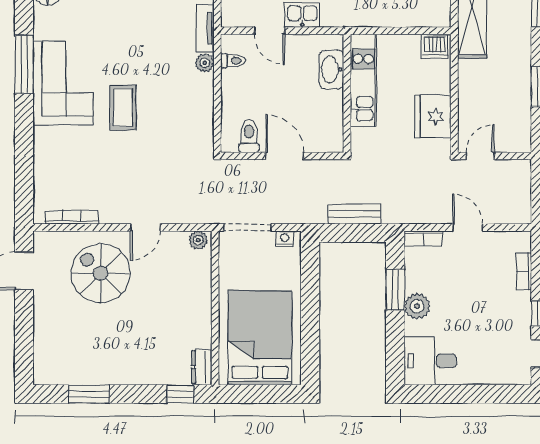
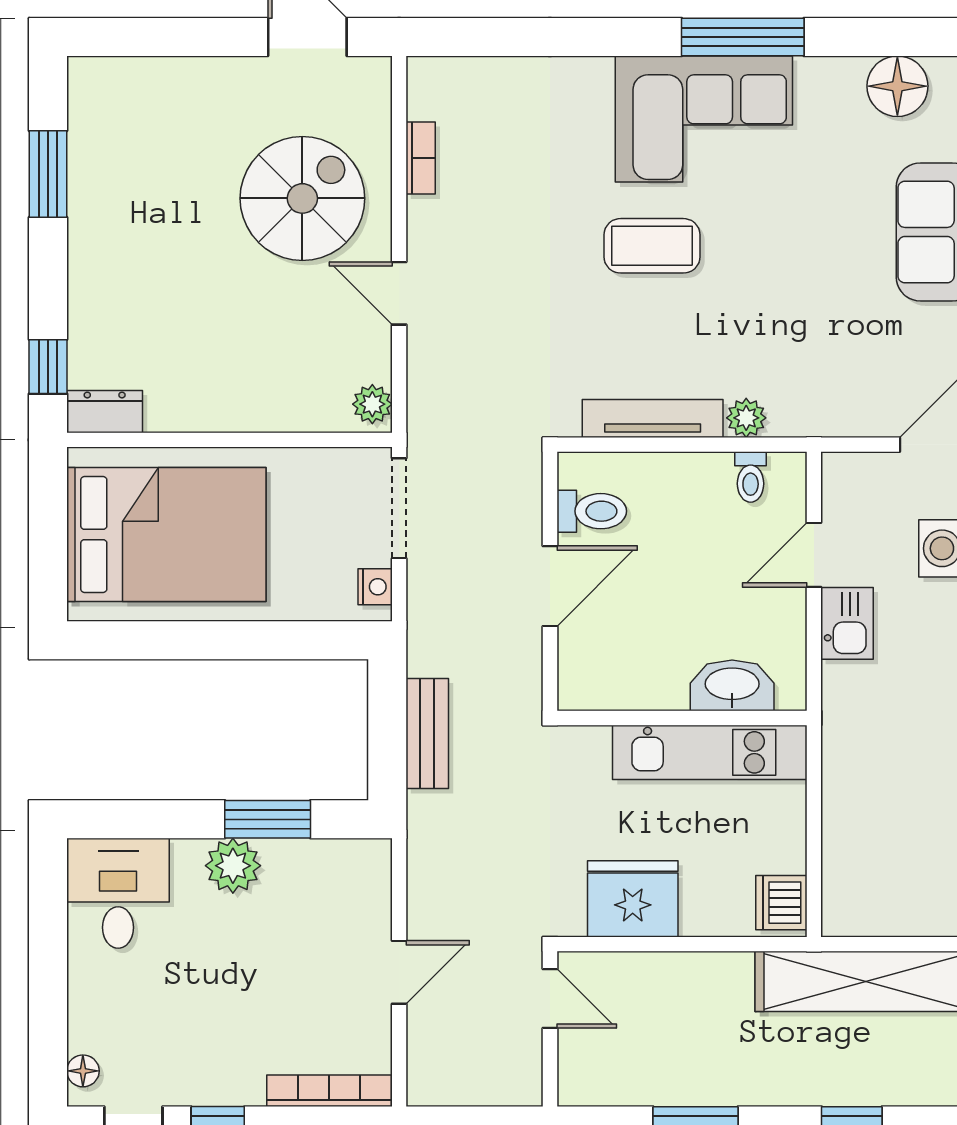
tv unit: (205, 28) -> (653, 418), moved, width x1.41
bookcase: (72, 217) -> (421, 158), width x0.64
bookcase: (423, 238) -> (376, 878), removed
bookcase: (524, 271) -> (329, 1091), width x1.56
floor lamp: (514, 377) -> (83, 1071), added

